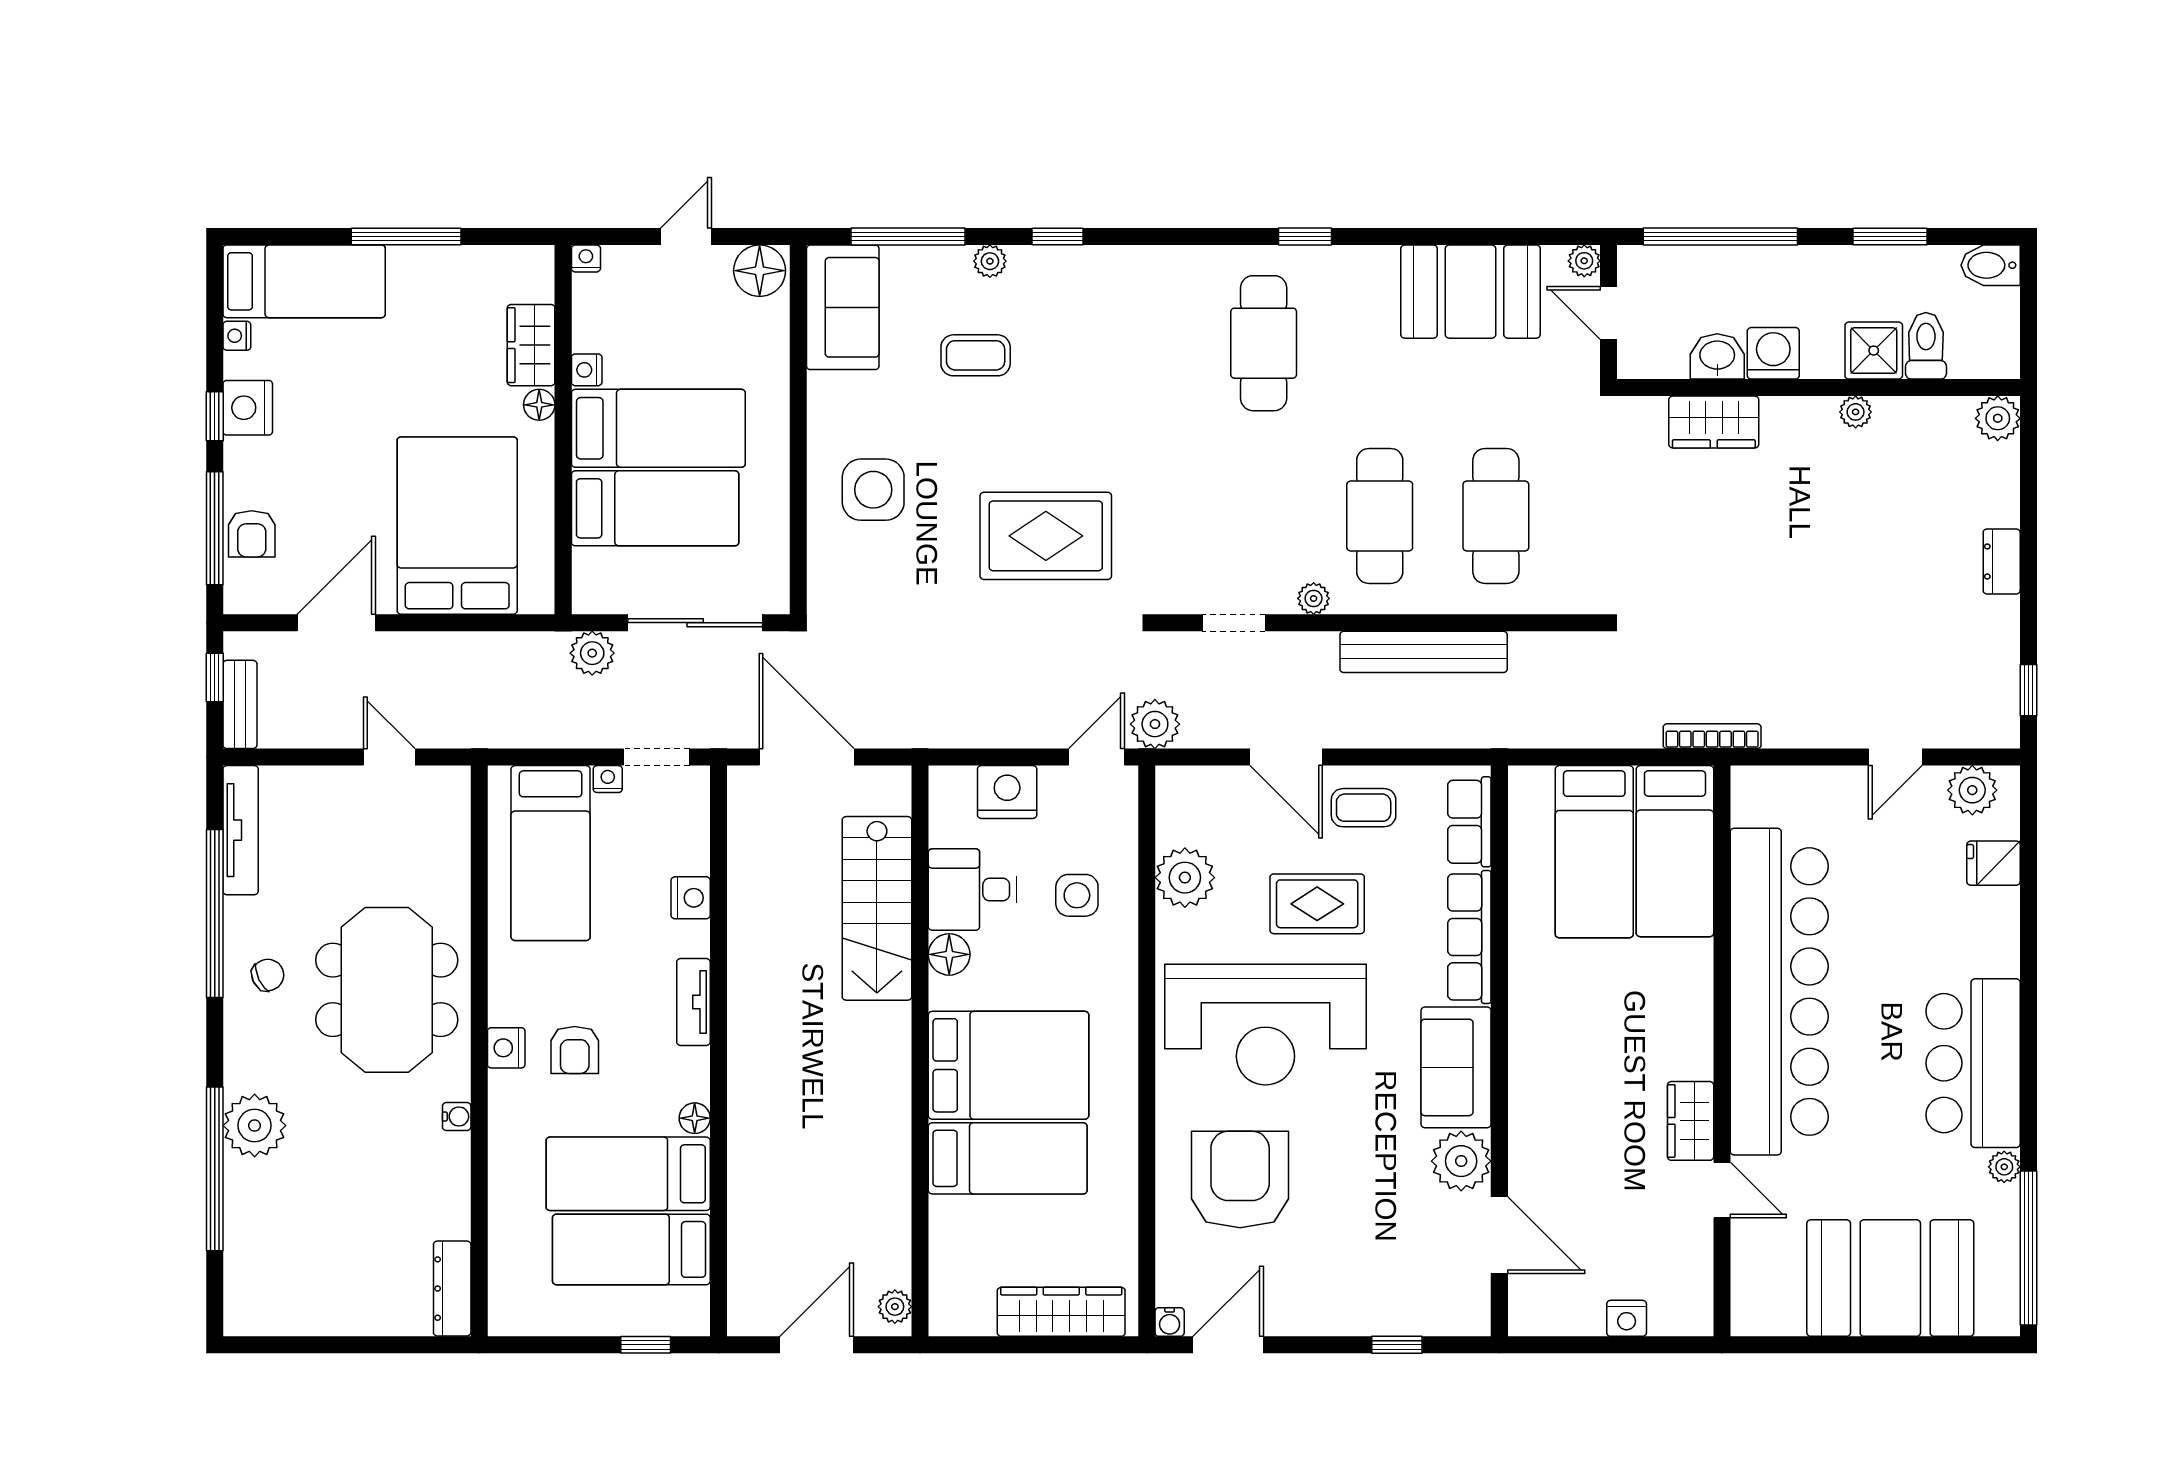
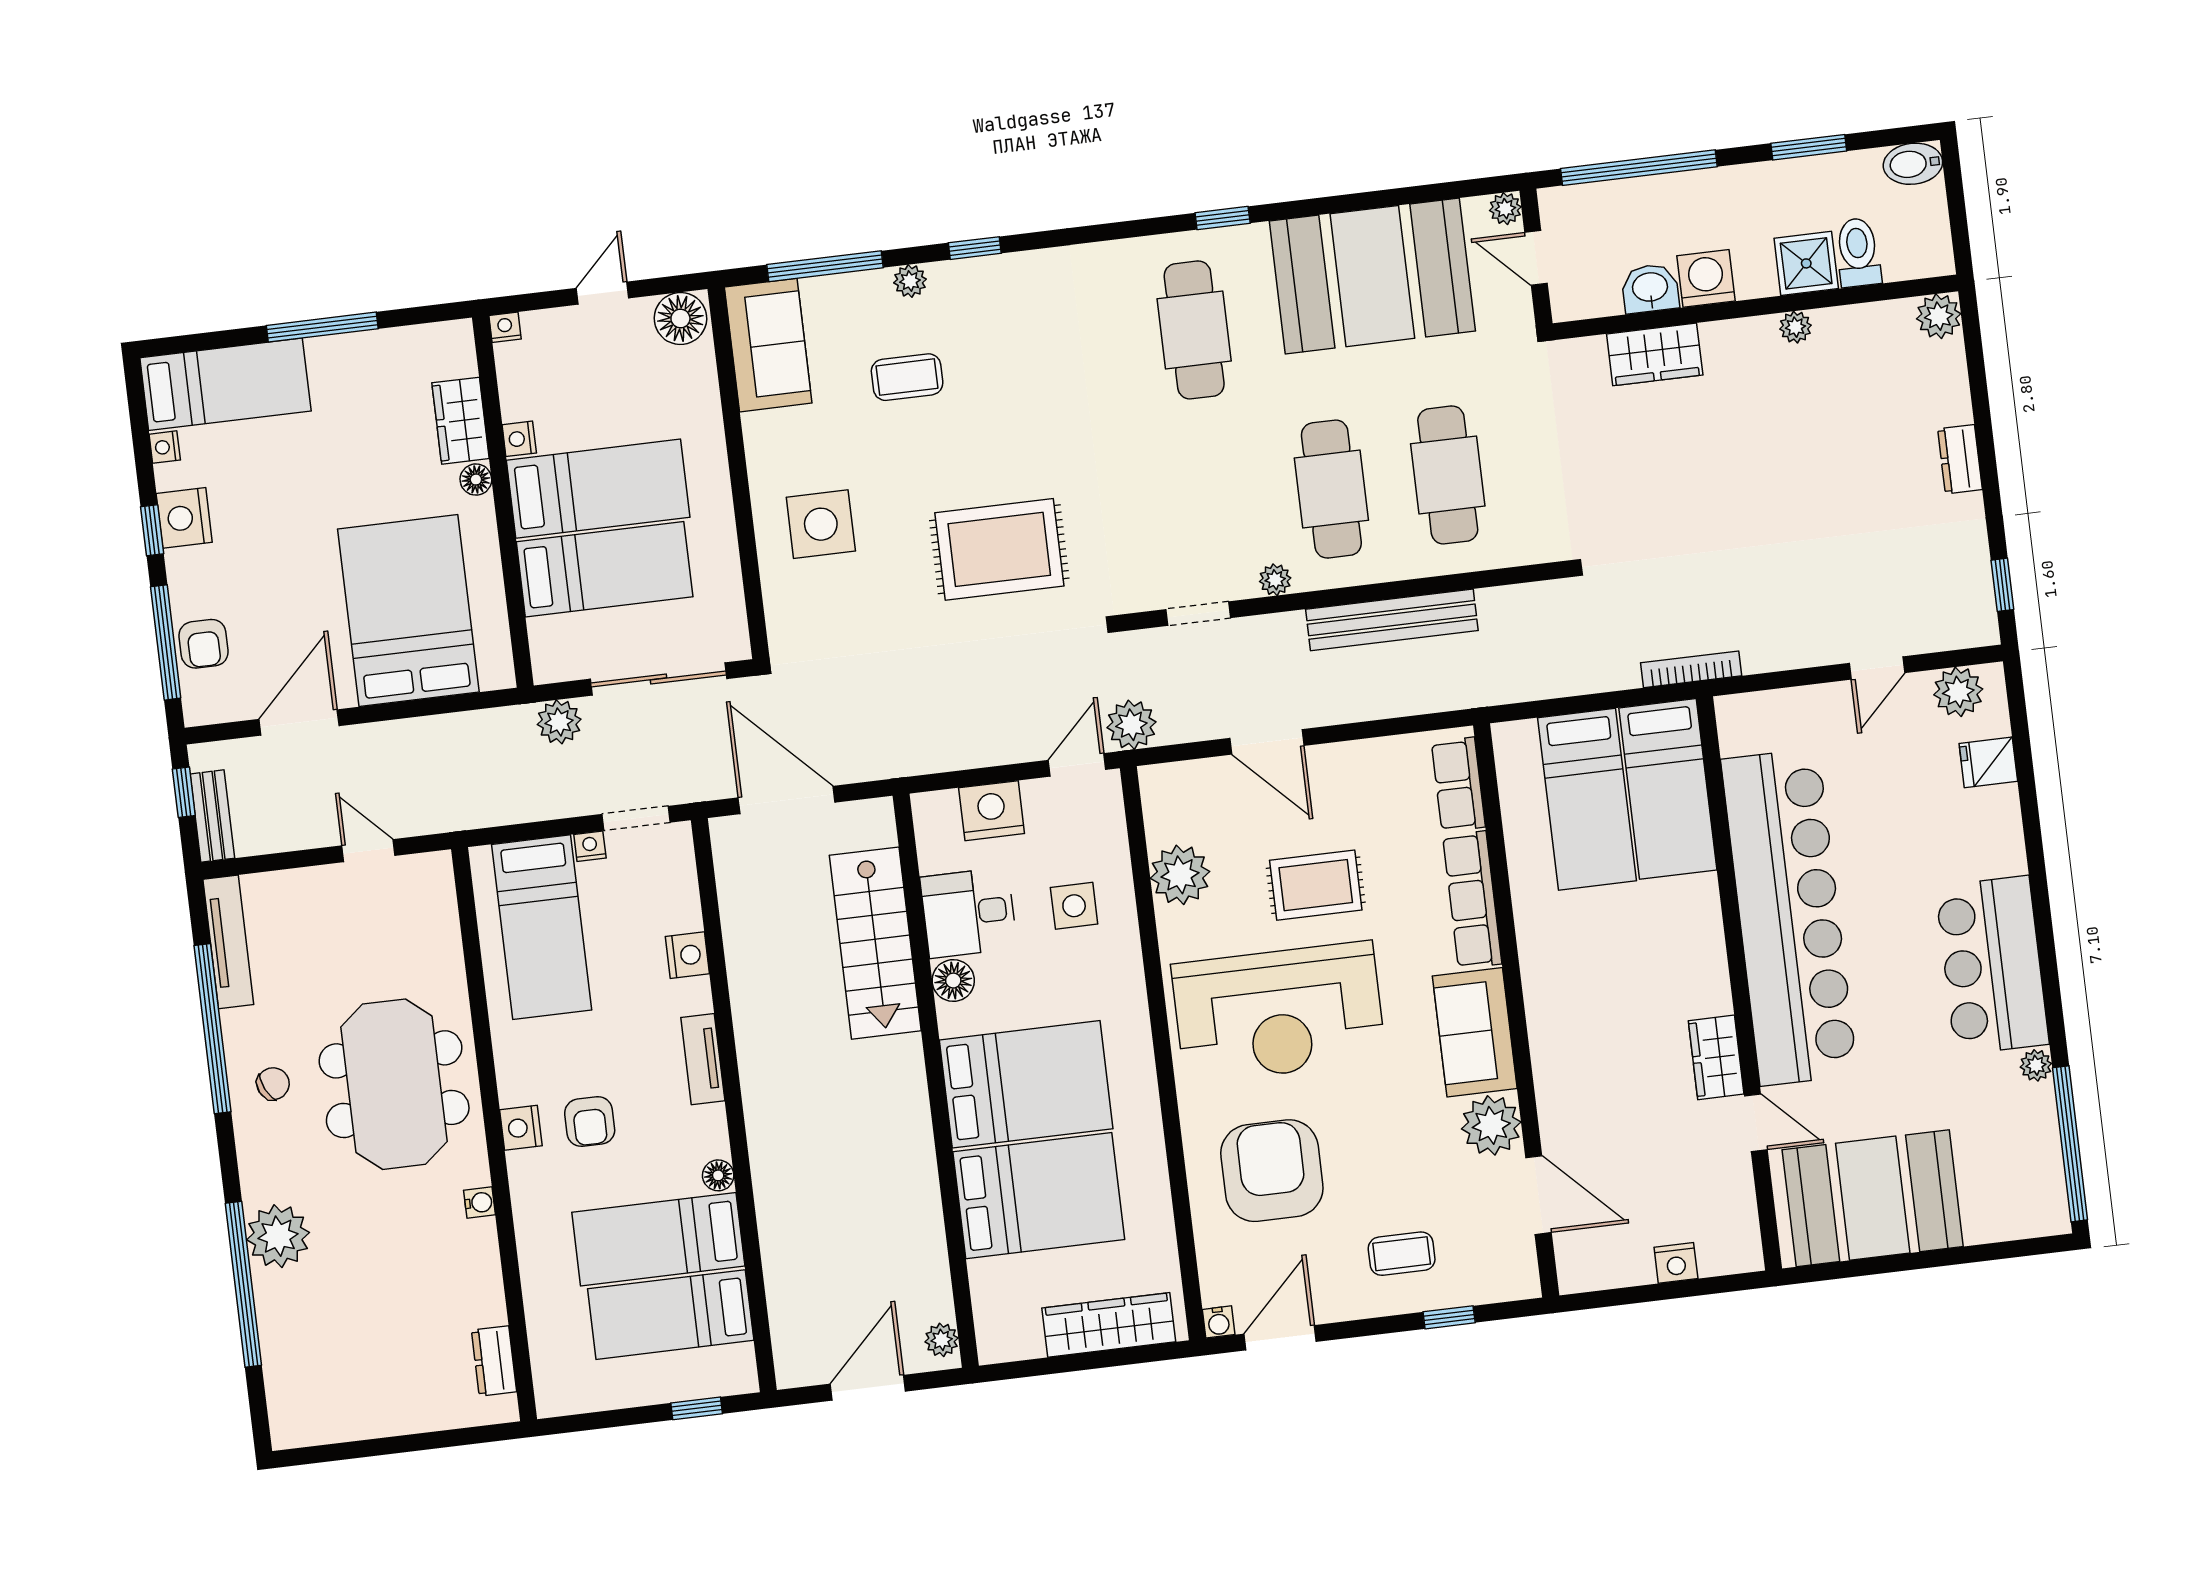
booth: (1471, 292) -> (1372, 276), width x1.36, depth x1.42
coffee table: (1364, 808) -> (1402, 1254), moved
bed: (1008, 1158) -> (1039, 1196), width x1.50
booth: (1890, 1278) -> (1873, 1198), moved
dresser: (452, 1289) -> (494, 1361), width x0.70

